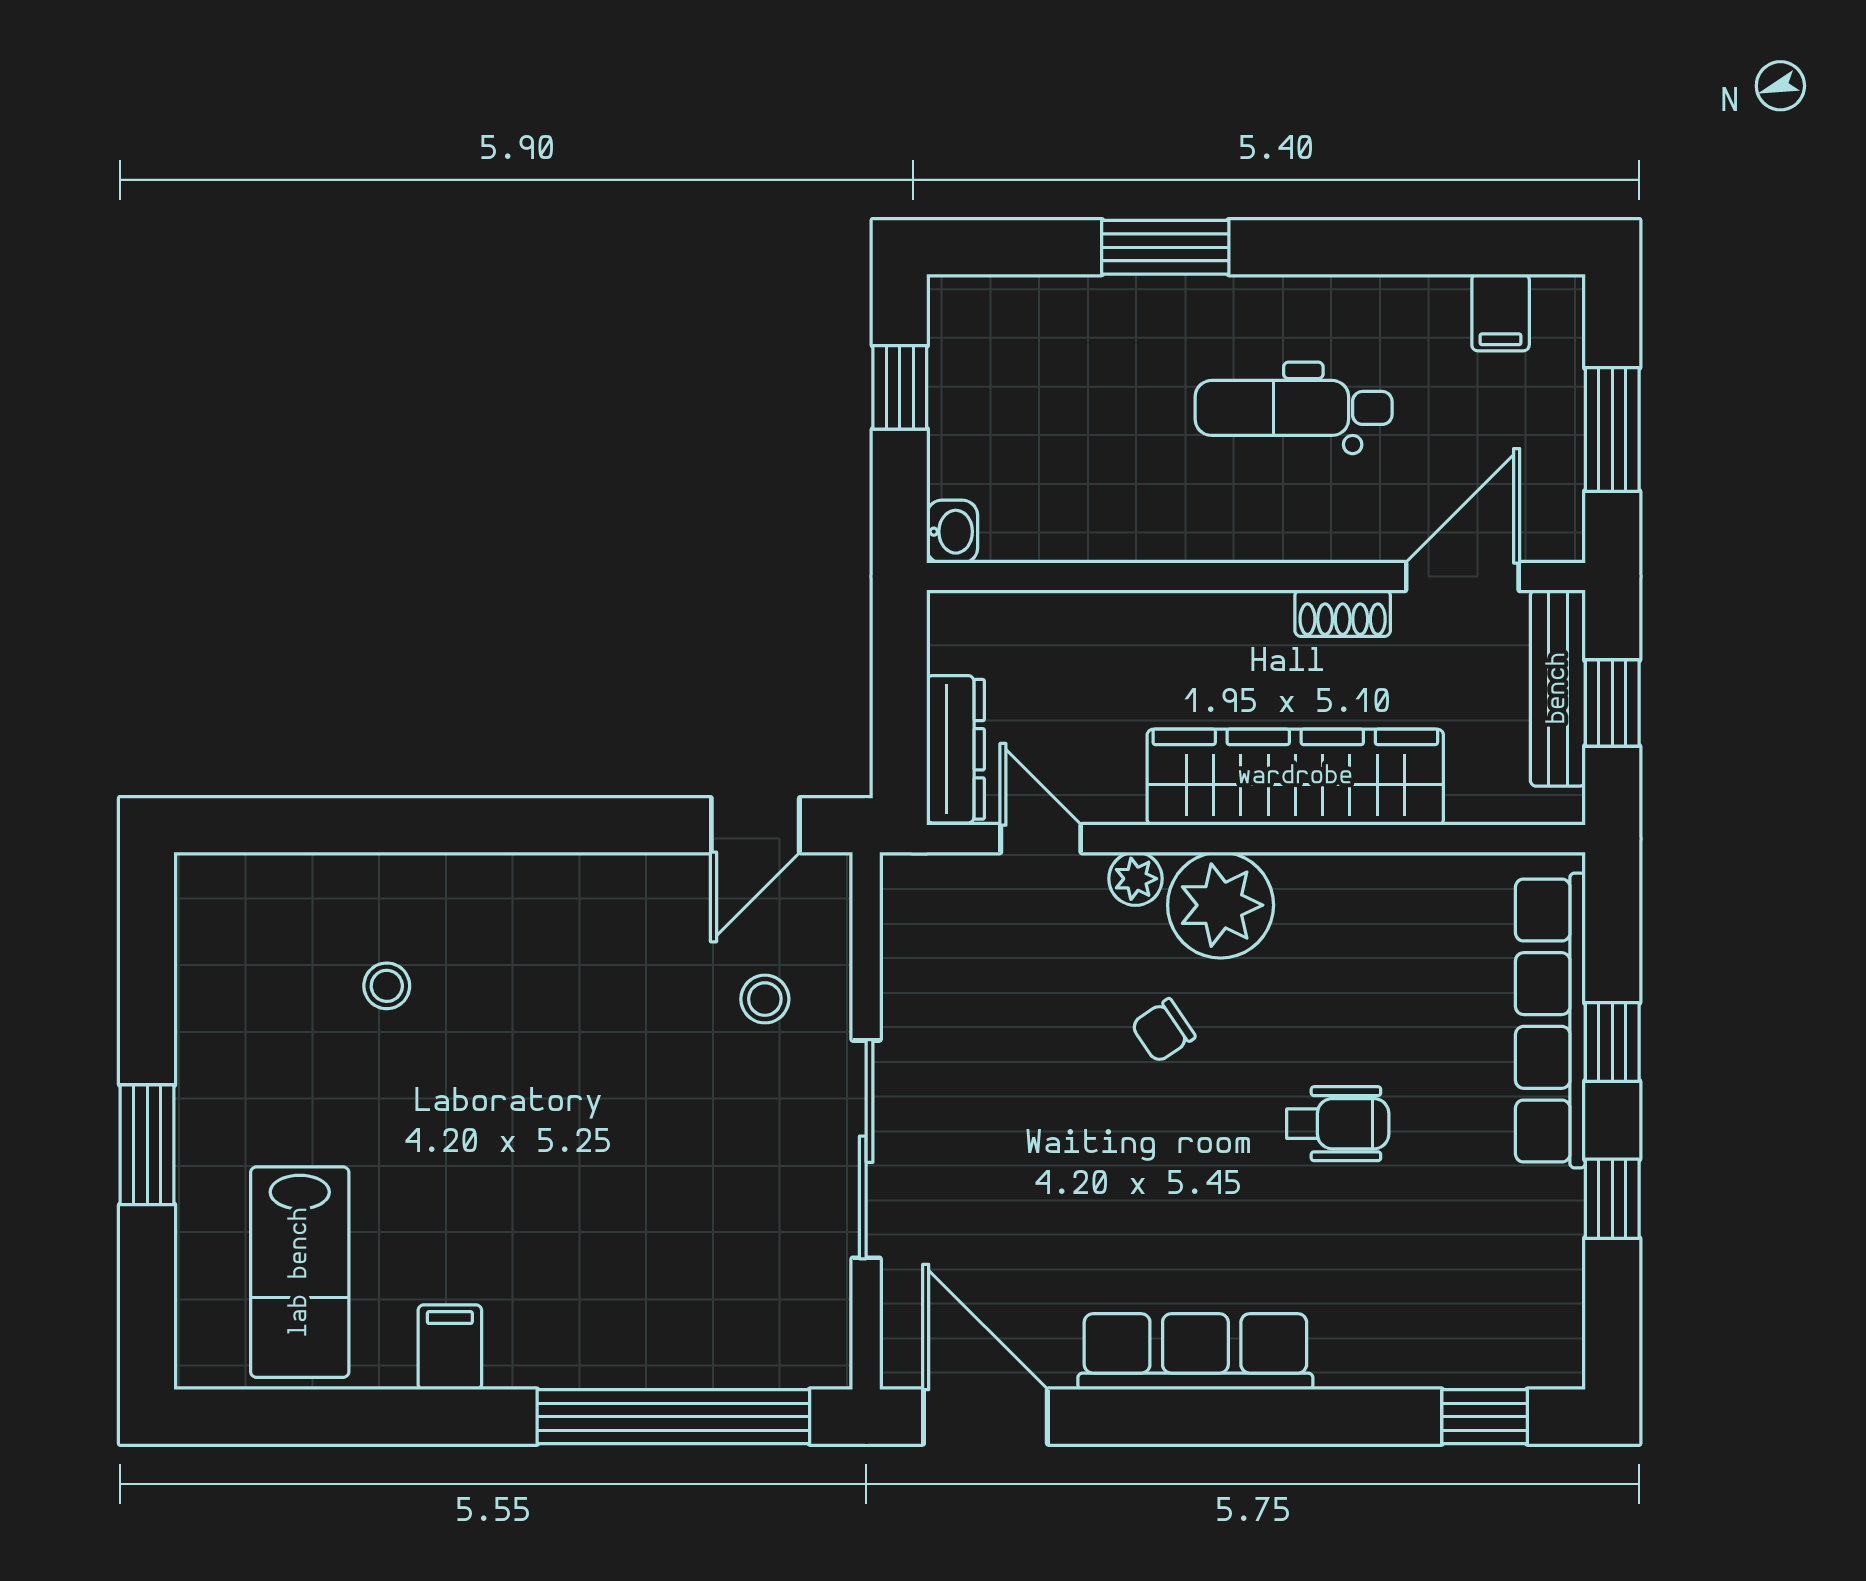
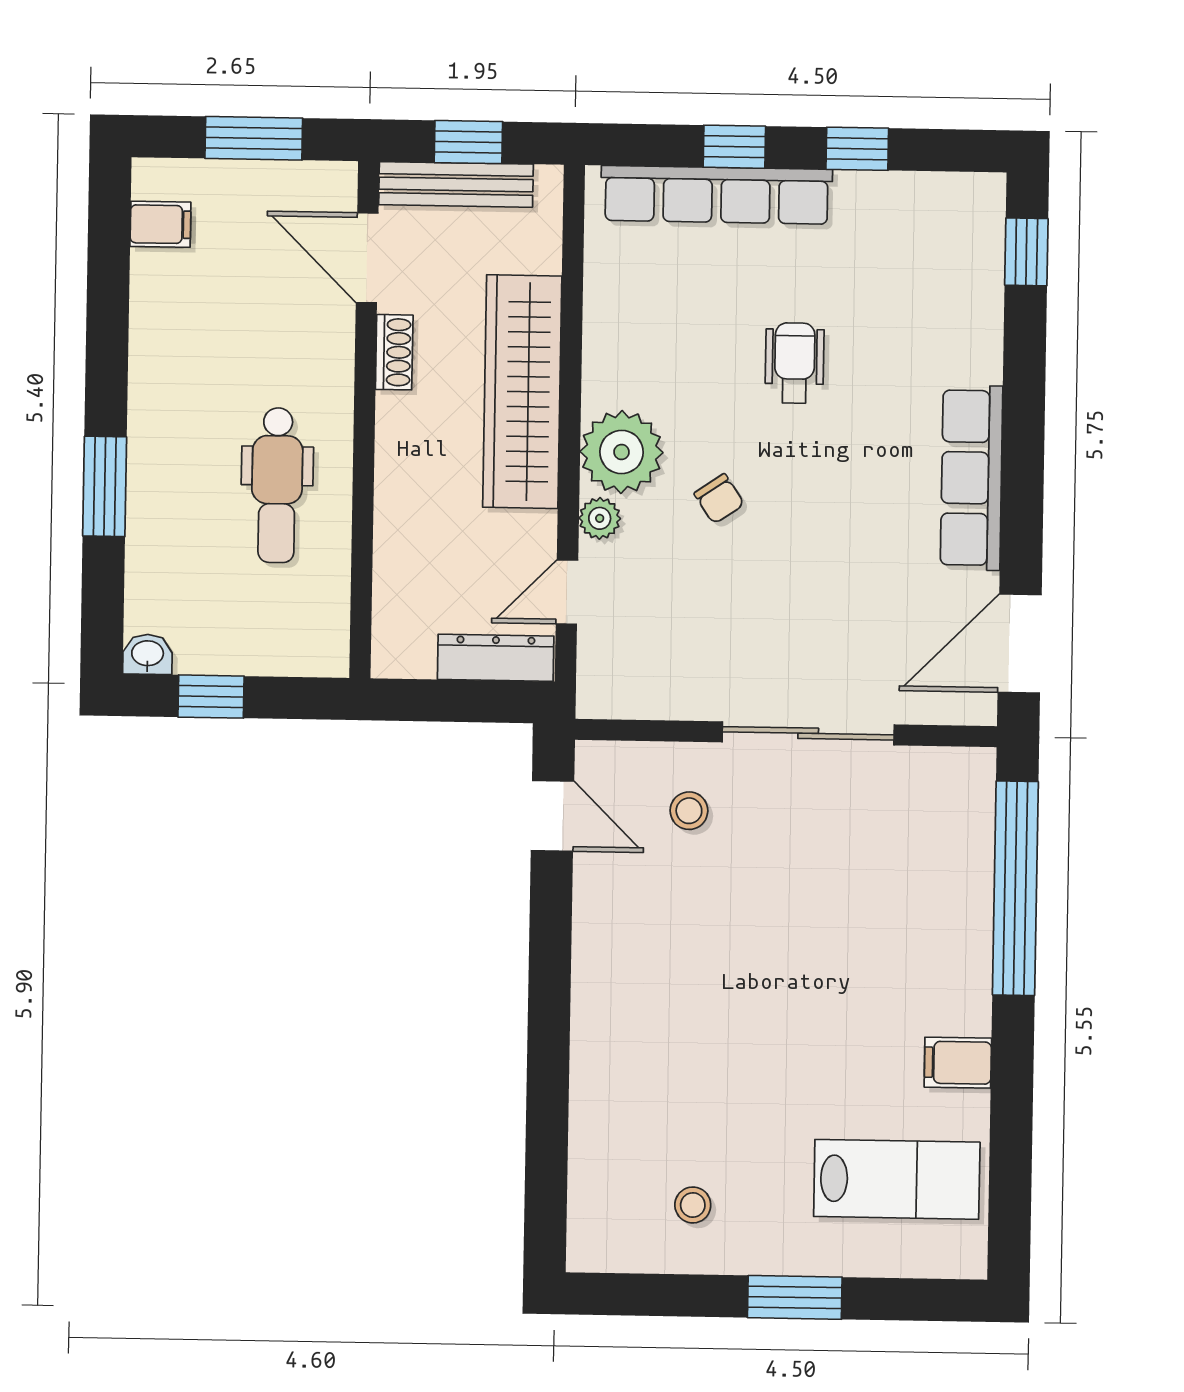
dental chair: (1294, 408) -> (277, 485), moved
washbasin: (952, 532) -> (148, 654), moved
stool: (387, 986) -> (693, 1205), moved

